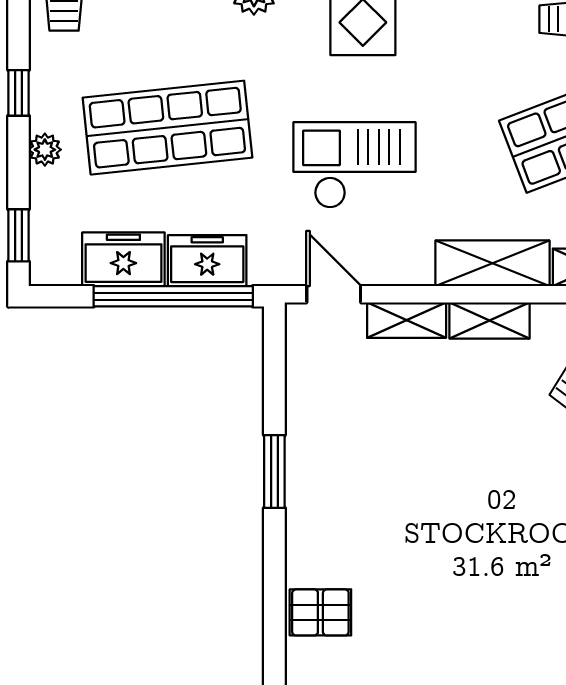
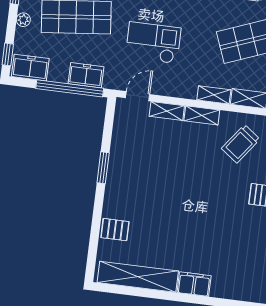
freezer: (123, 259) -> (30, 68), moved
shelving: (492, 263) -> (214, 95), width x0.67, depth x0.75
door: (334, 294) -> (138, 96), hinge flipped

